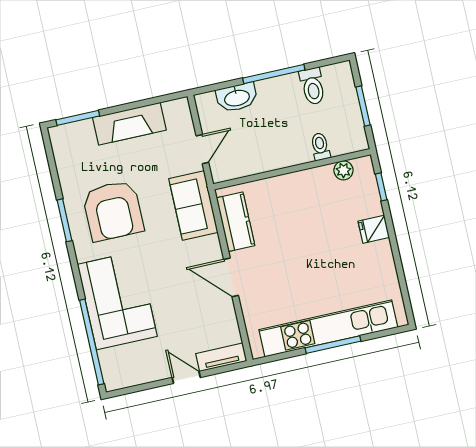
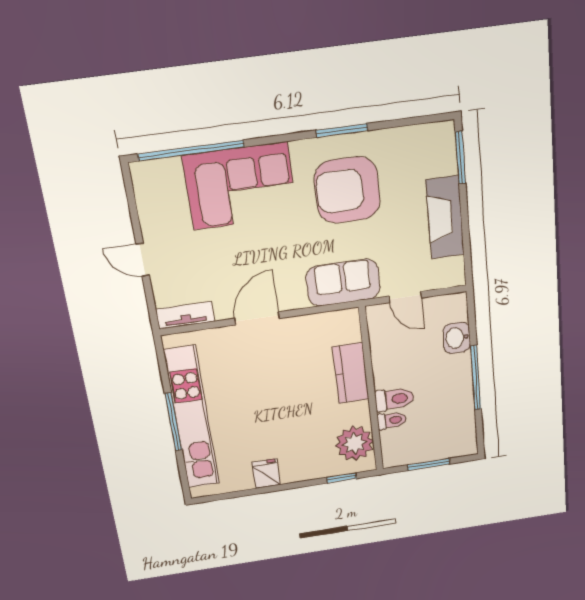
toilet: (312, 86) -> (394, 399), moved, turned 180
washbasin: (237, 97) -> (457, 338), width x0.72
plant: (343, 170) -> (355, 443), width x1.88, depth x1.88
kitchen counter: (236, 222) -> (351, 373), moved, turned 90
fridge: (374, 229) -> (266, 474), moved
tv unit: (221, 357) -> (185, 315), moved, turned -90
door: (186, 377) -> (143, 260), swing flipped

